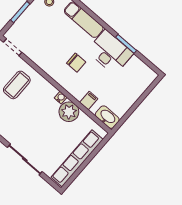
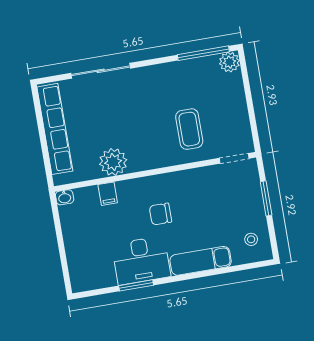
water cooler: (61, 98) -> (136, 166), removed
washbasin: (107, 117) -> (65, 197), width x0.52, depth x0.69

